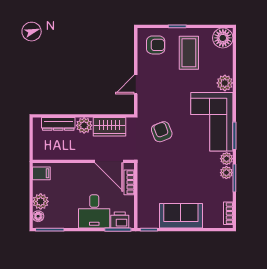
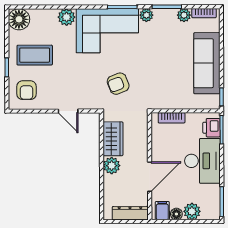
armchair: (156, 45) -> (26, 90), turned 180
dresser: (58, 124) -> (130, 213), moved, turned -90
door: (109, 161) -> (150, 177), moved
plant: (226, 173) -> (184, 15), moved
desk: (94, 211) -> (202, 161), width x1.37
floor lamp: (38, 216) -> (176, 214), moved
sofa: (181, 216) -> (207, 63), width x1.36

